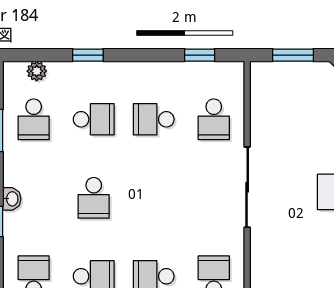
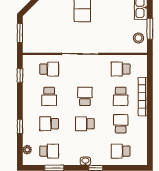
school desk: (94, 119) -> (49, 124), turned -90
school desk: (94, 198) -> (85, 124), turned 180
school desk: (154, 198) -> (85, 96), added

